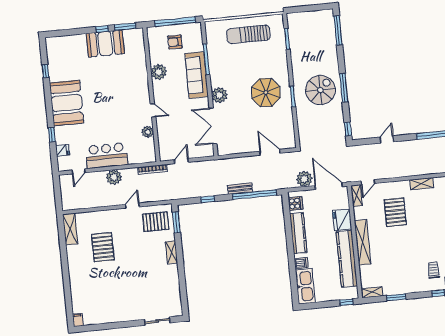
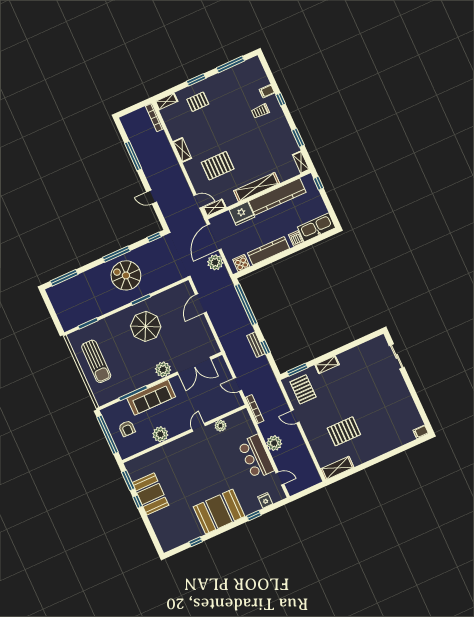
bench: (240, 189) -> (256, 345), moved

